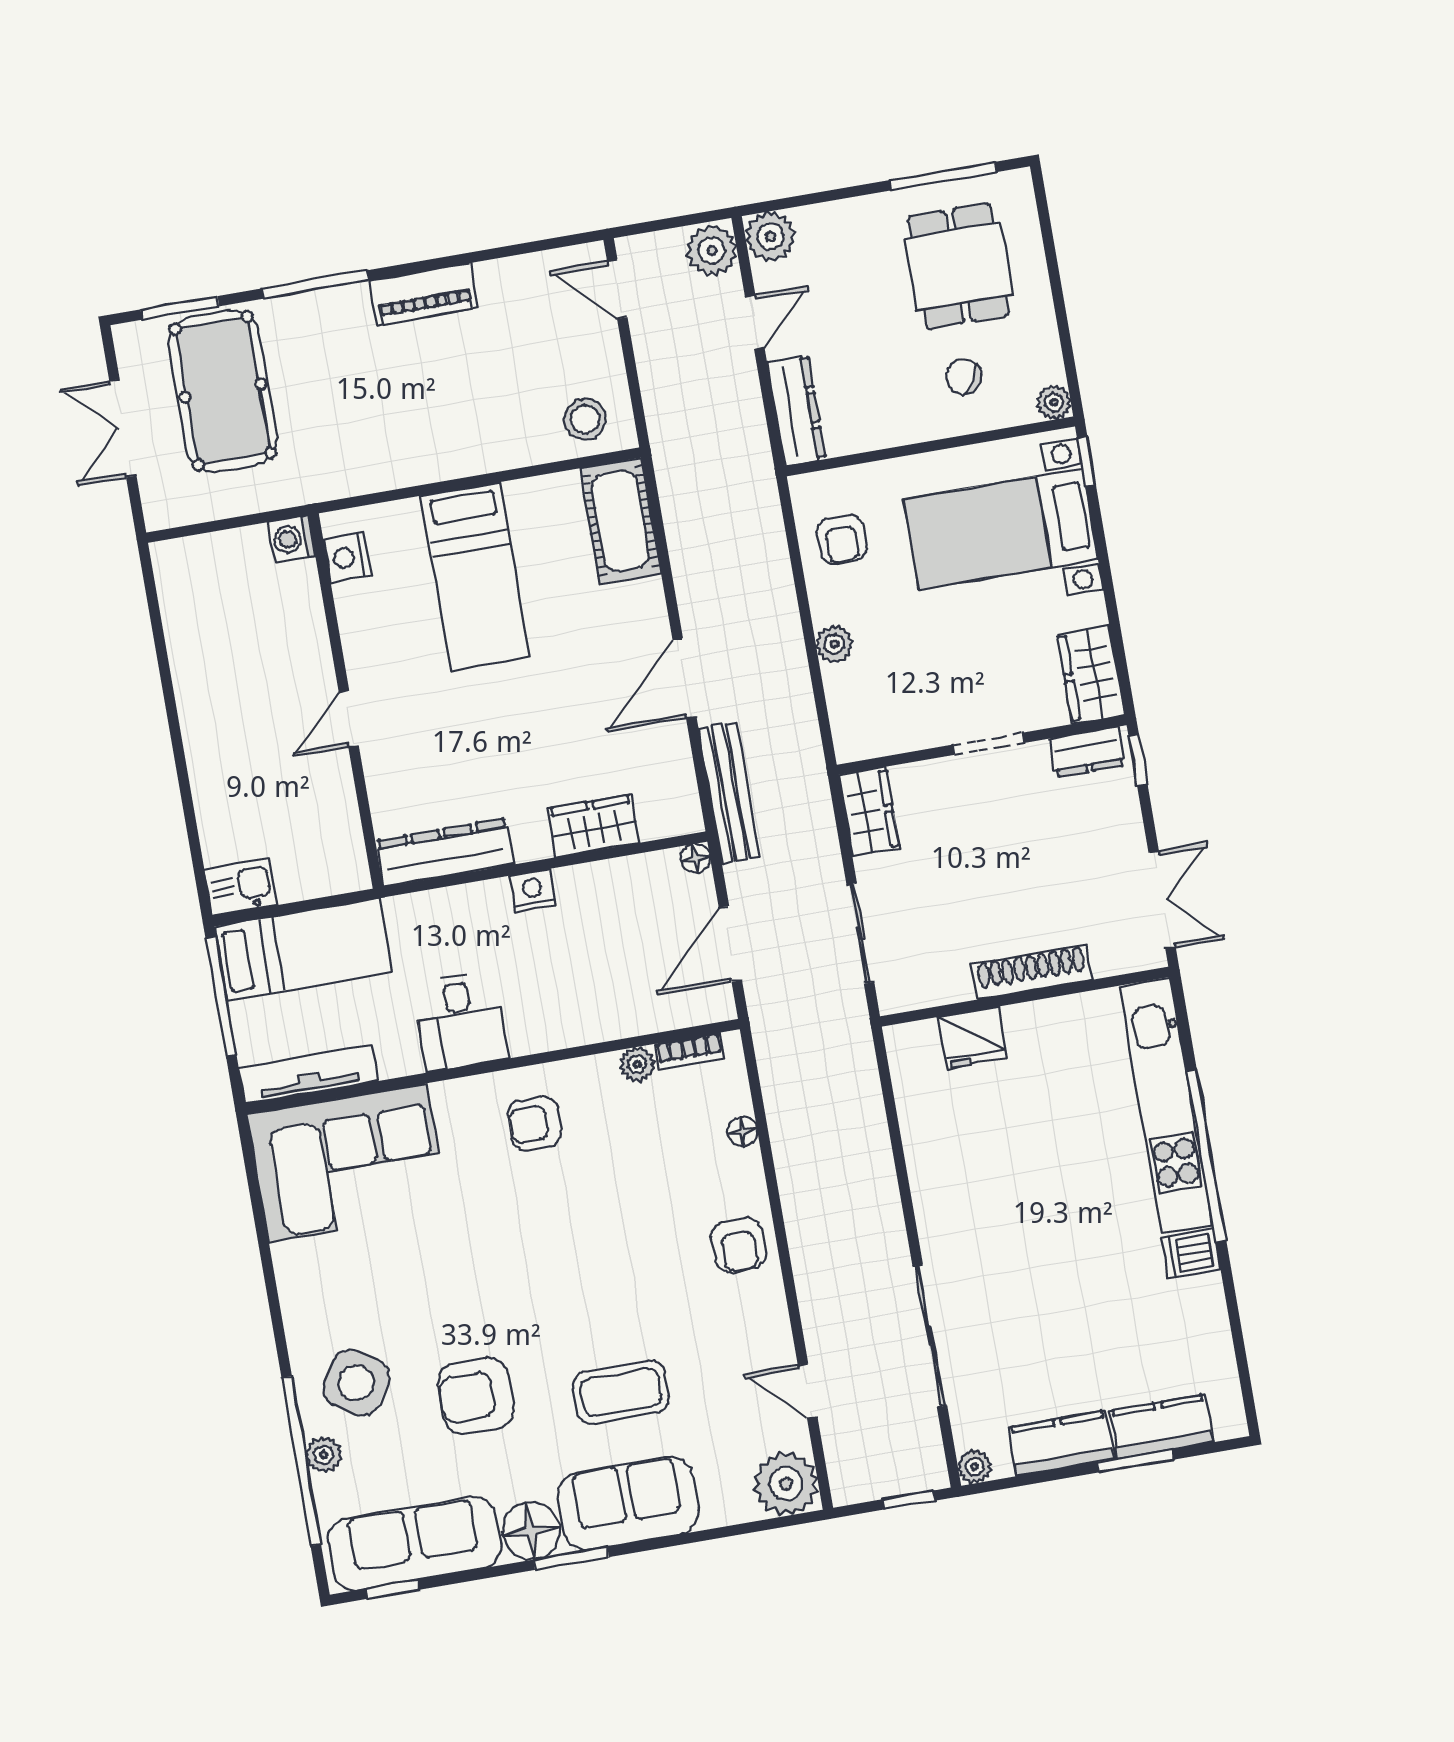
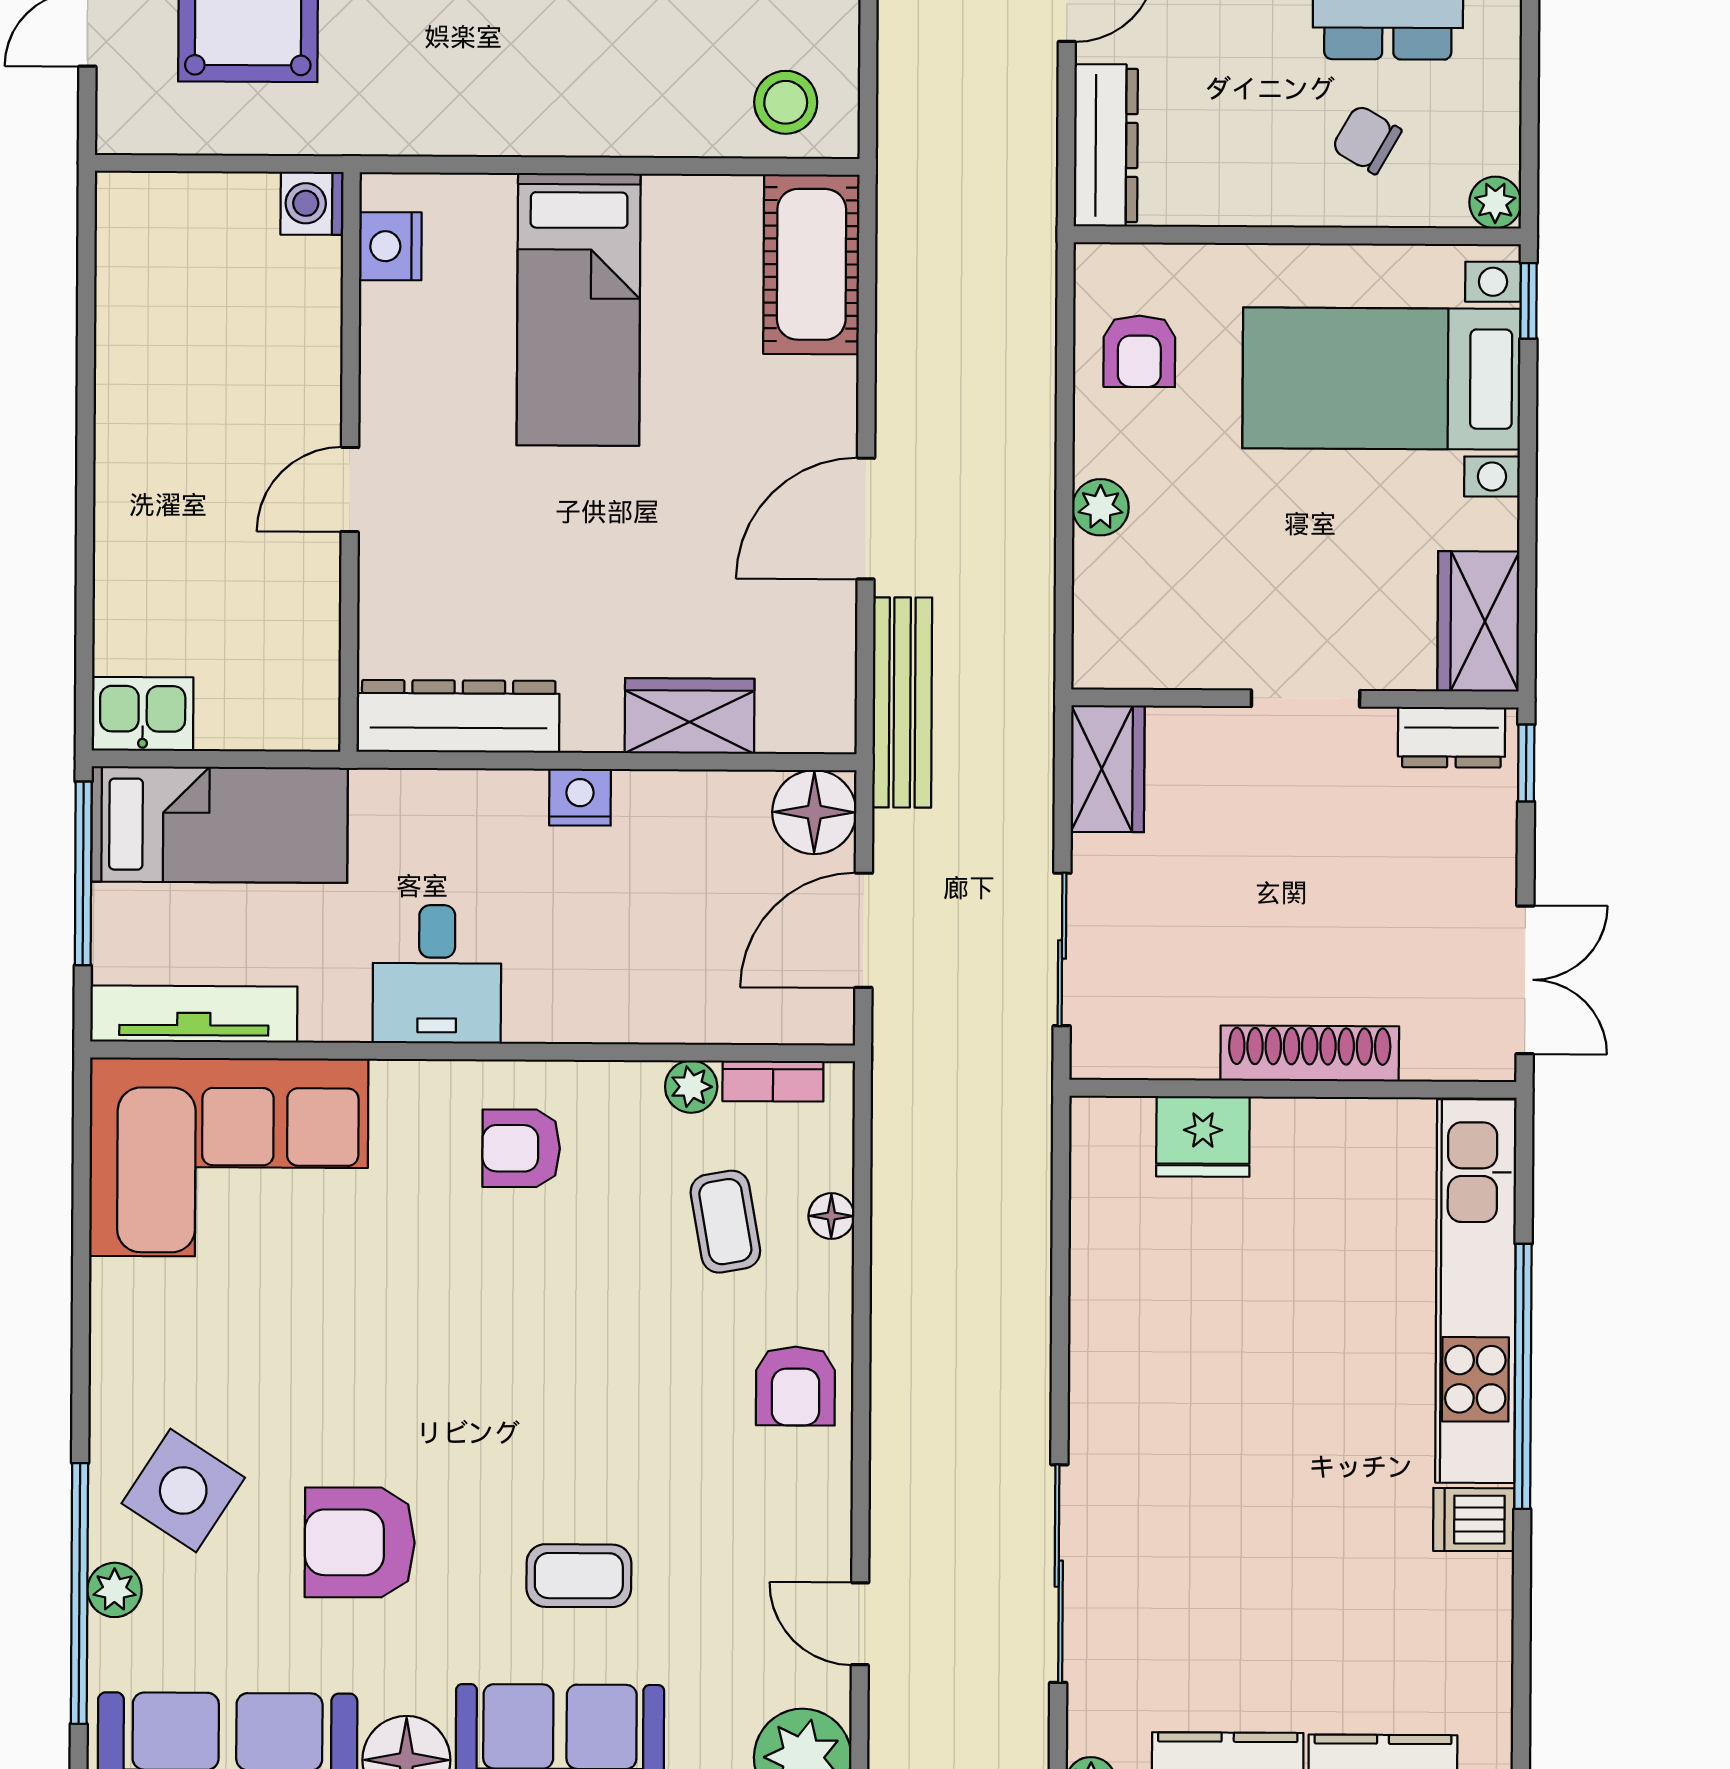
floor lamp: (696, 858) -> (814, 812), width x1.89, depth x1.89
coffee table: (675, 1147) -> (725, 1222), added
coffee table: (621, 1392) -> (579, 1576), width x0.73, depth x0.77

